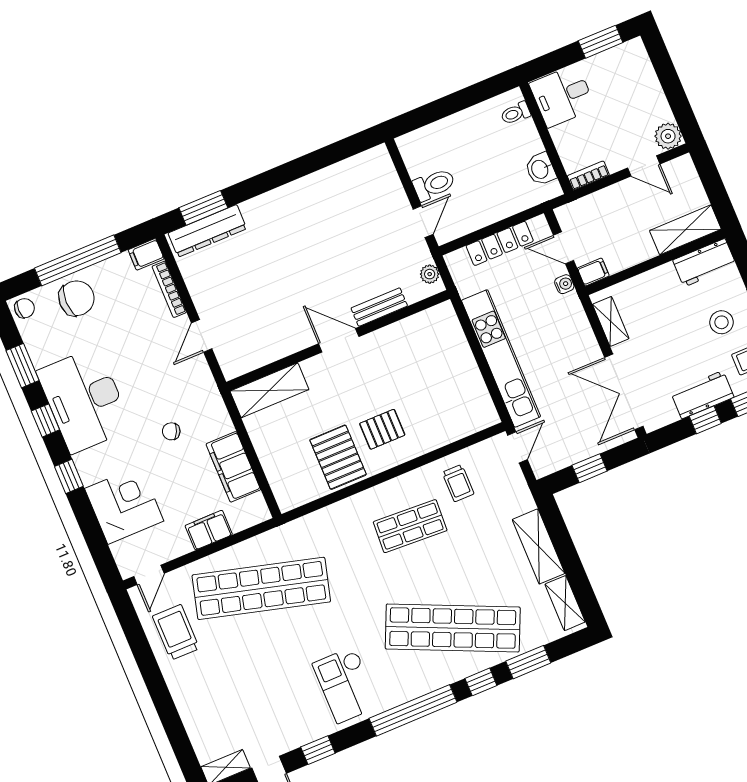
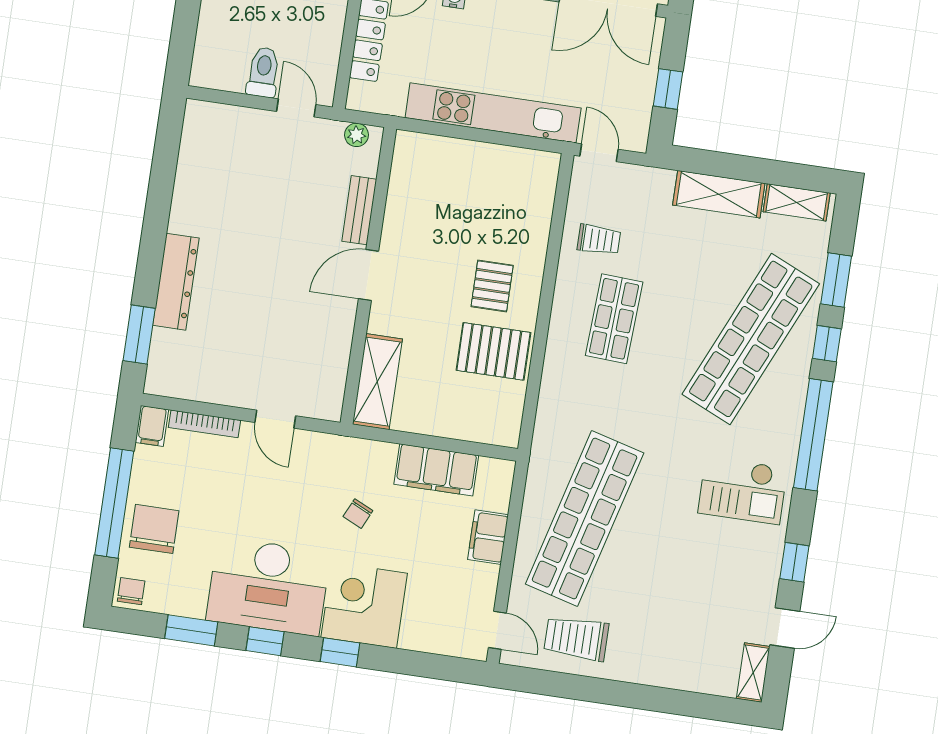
dresser: (207, 231) -> (176, 282), moved
corner desk: (124, 505) -> (364, 605), moved

